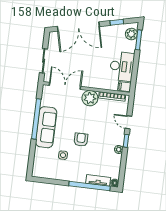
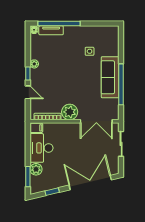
plant: (131, 34) -> (36, 169), moved
armchair: (81, 140) -> (73, 69), removed

